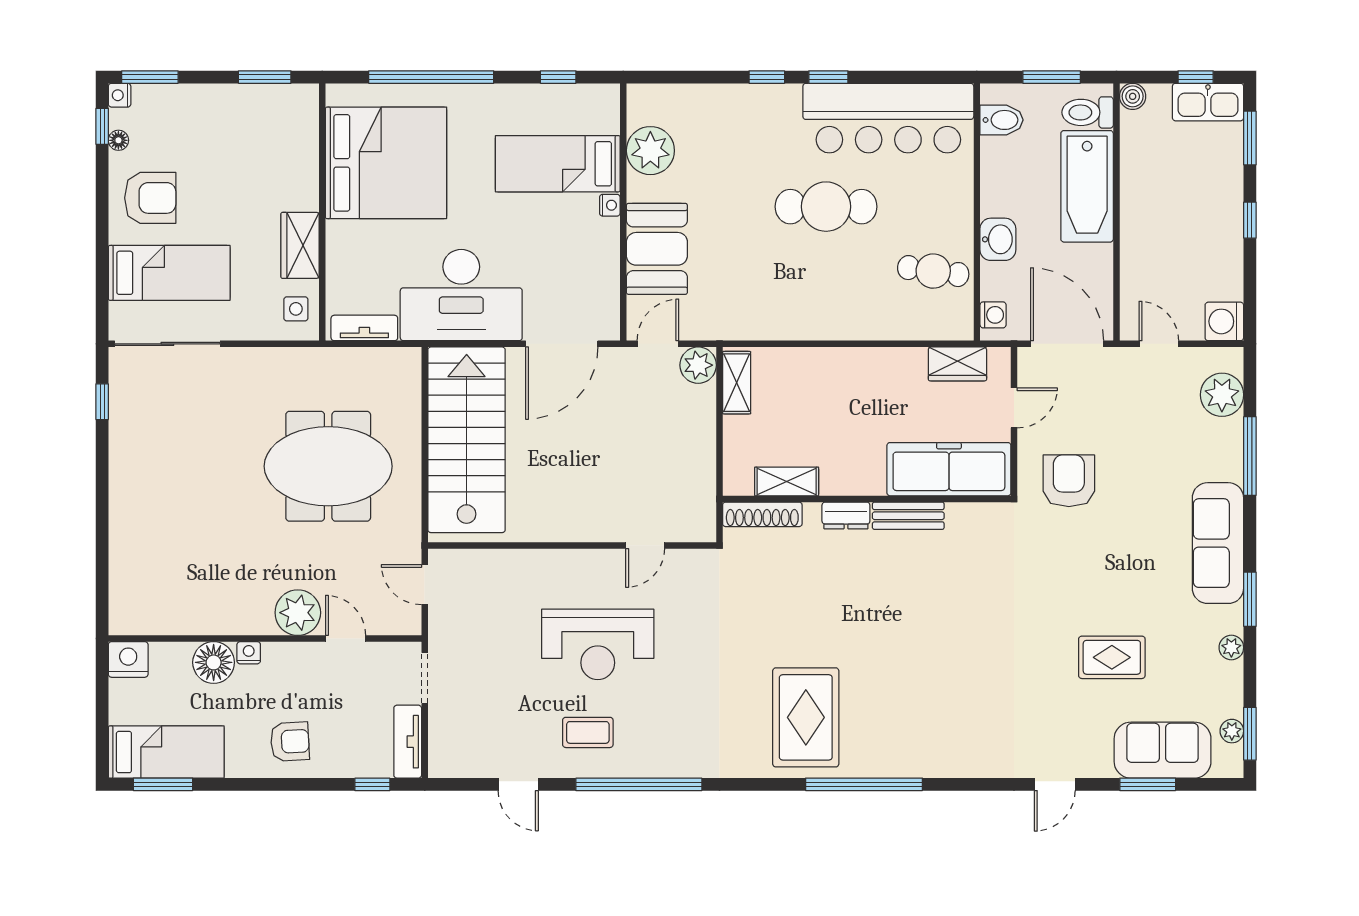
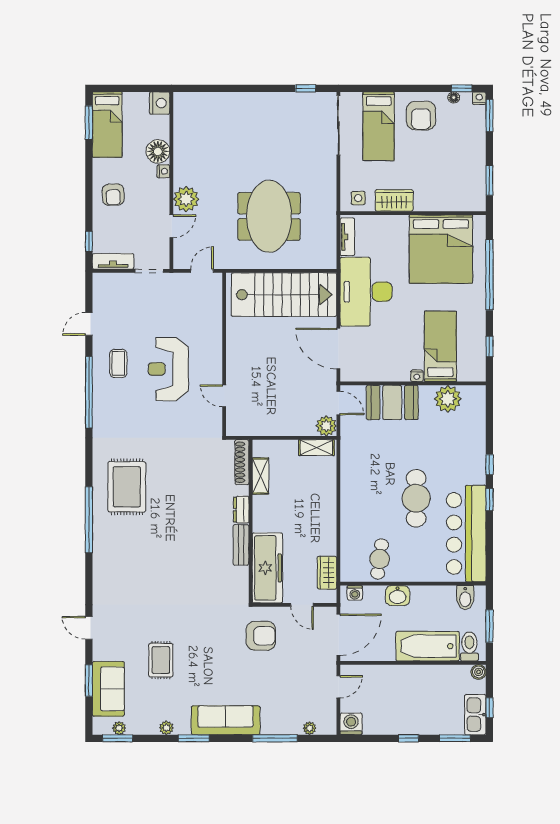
plant: (1222, 395) -> (310, 728), width x0.53, depth x0.53
rug: (806, 717) -> (127, 487), turned 90

